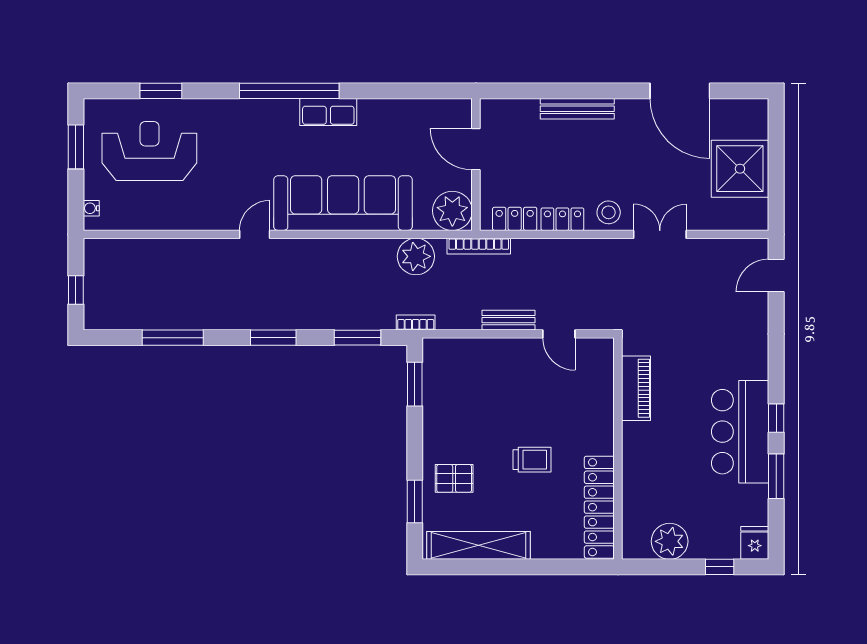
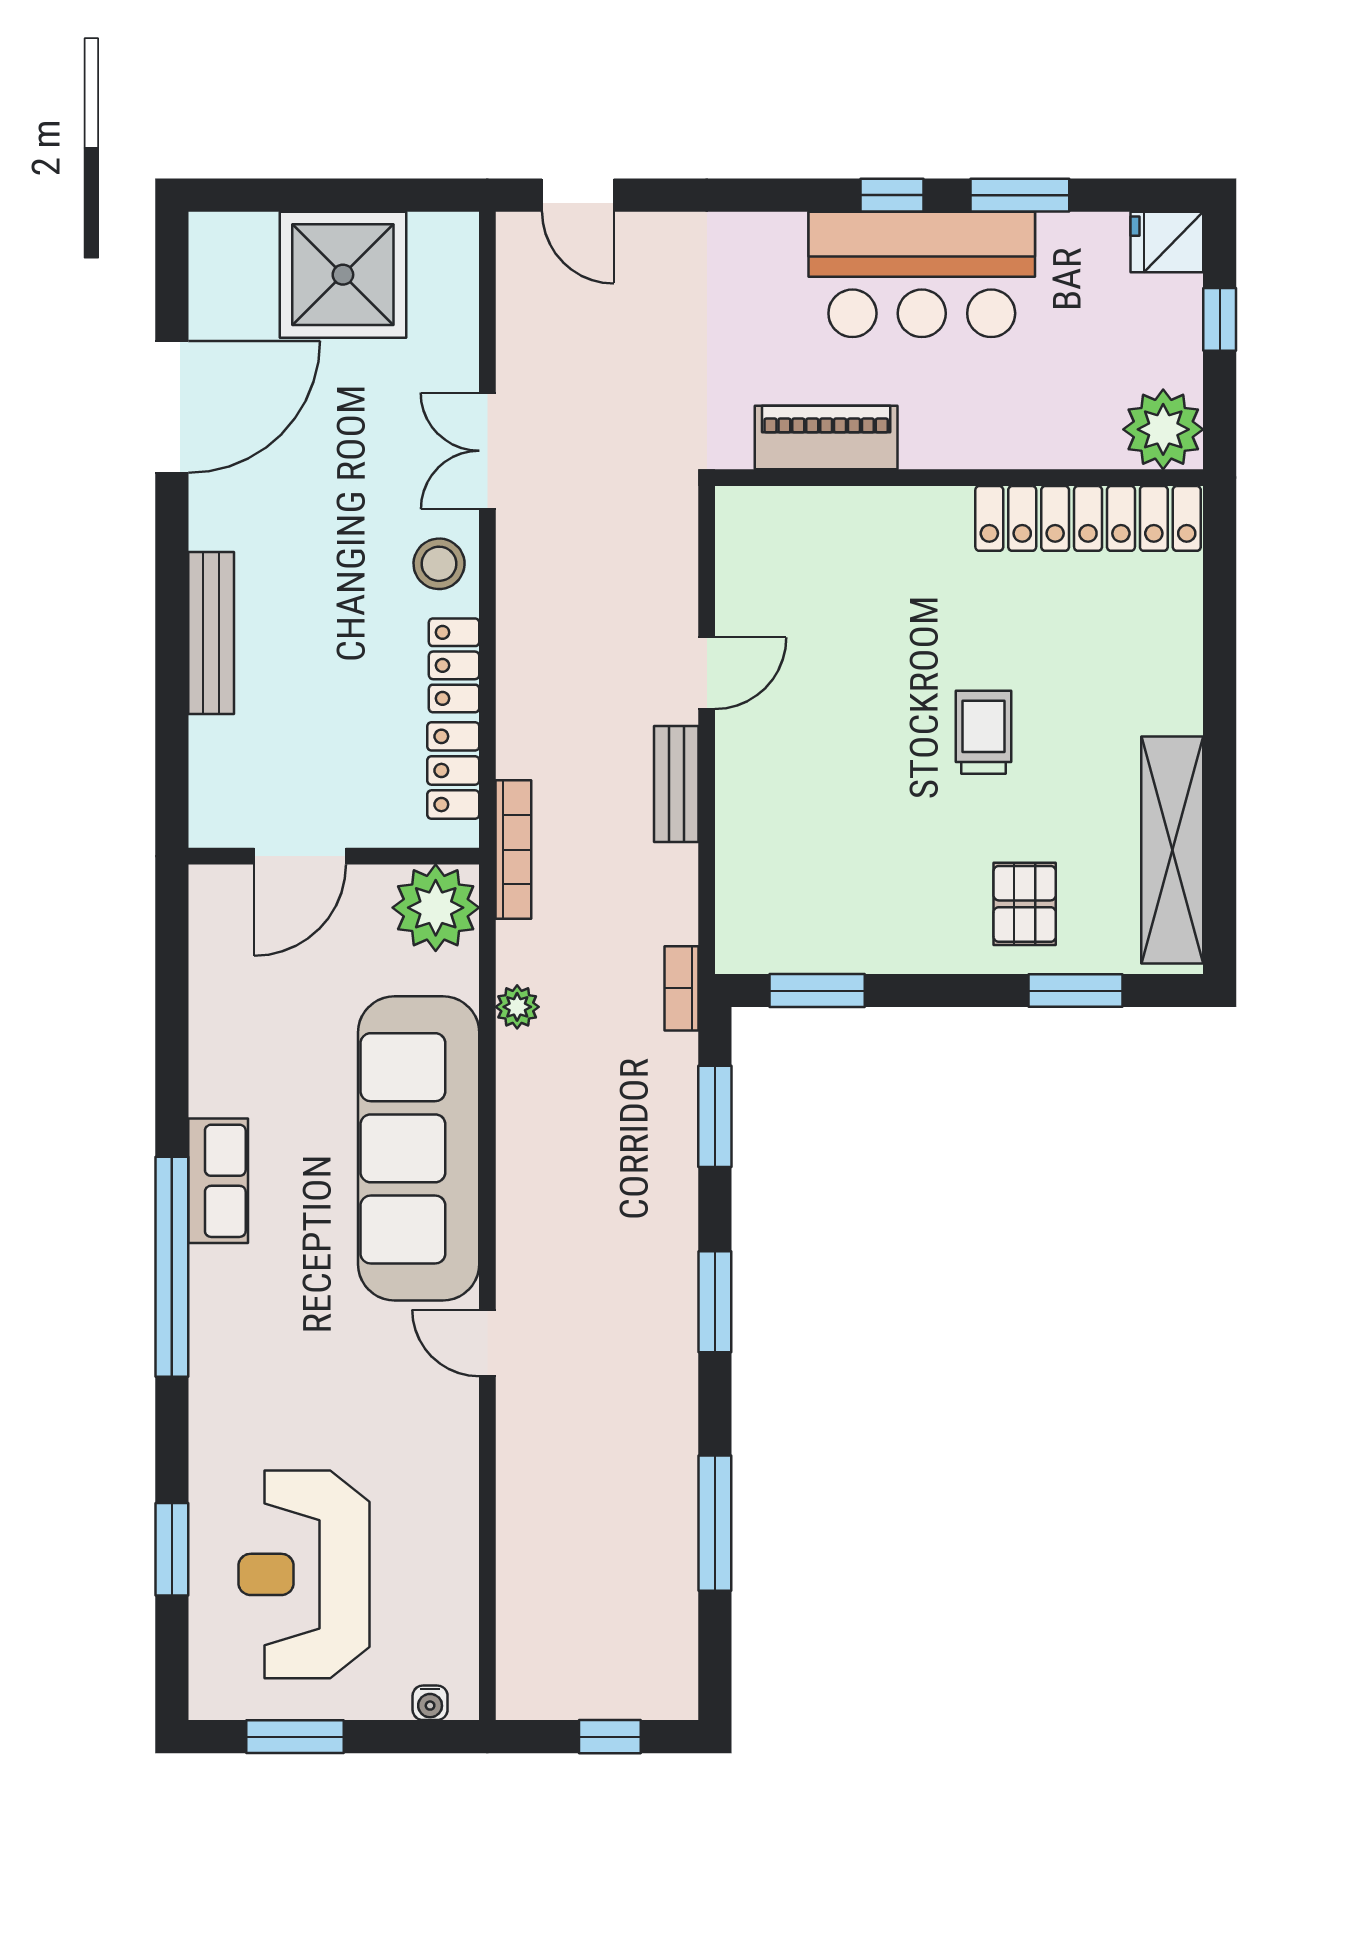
plant: (416, 256) -> (517, 1007), width x0.53, depth x0.53
piano: (636, 388) -> (826, 438), moved
wall: (618, 449) -> (959, 478), moved
locker: (599, 507) -> (1088, 518), moved

